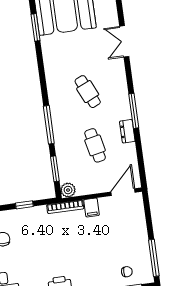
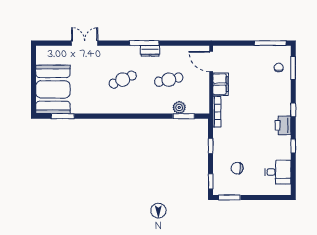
double door: (124, 41) -> (85, 43), swing flipped
window: (49, 125) -> (146, 116), removed
dresser: (127, 131) -> (150, 51), moved
plant: (68, 190) -> (179, 107), moved
filing cabinet: (92, 207) -> (221, 84), width x2.00

